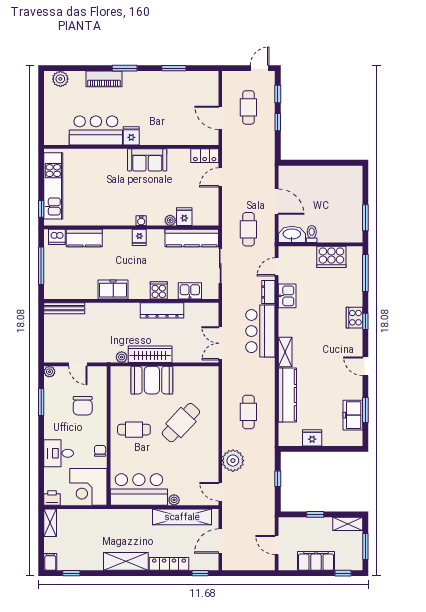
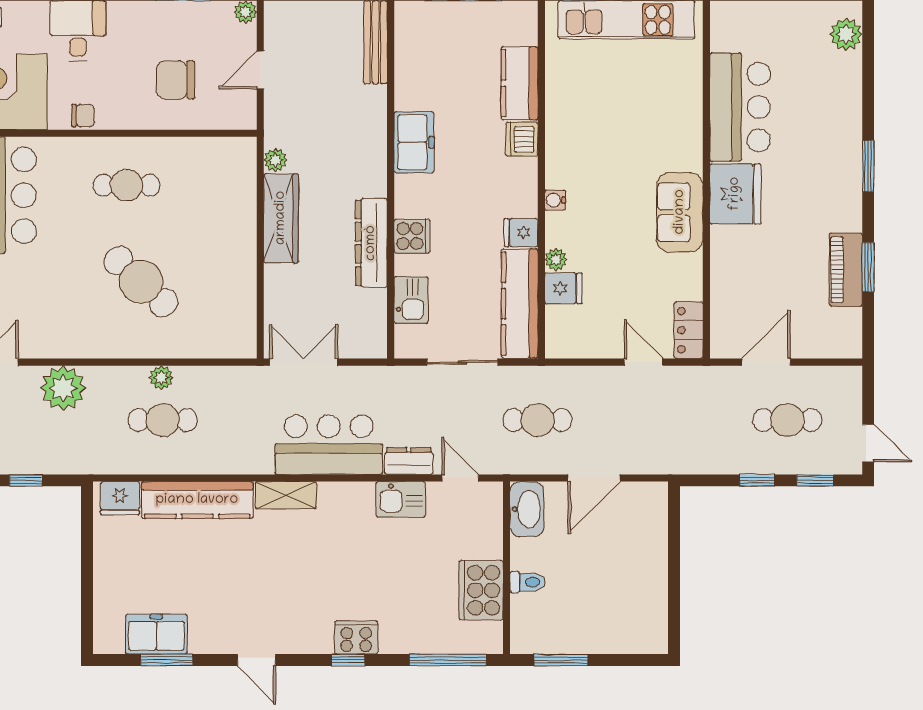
piano: (104, 79) -> (846, 270), moved
fridge: (131, 136) -> (735, 194), width x1.88, depth x1.34
toilet: (312, 234) -> (528, 582), moved
dishwasher: (57, 237) -> (522, 139), moved
fridge: (139, 237) -> (521, 233), moved
door: (365, 366) -> (256, 660), swing flipped
booth: (152, 380) -> (228, 222), removed
plant: (228, 413) -> (161, 378), added
cafe table: (134, 430) -> (127, 185), turned 90
fridge: (312, 438) -> (120, 498), moved, turned 90

